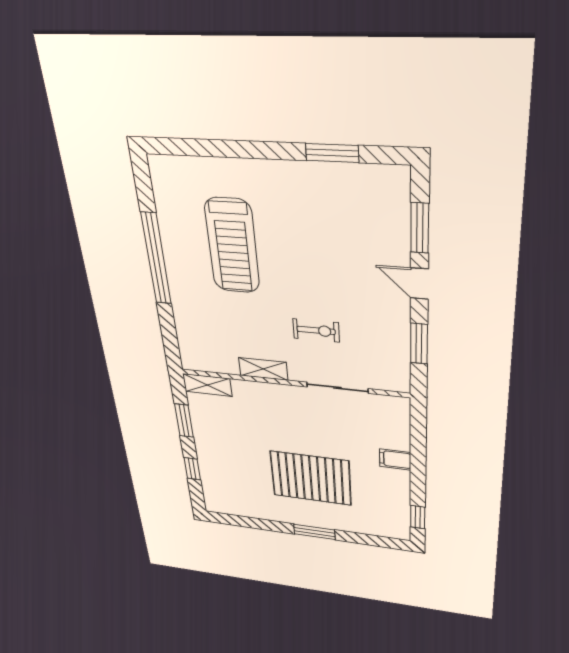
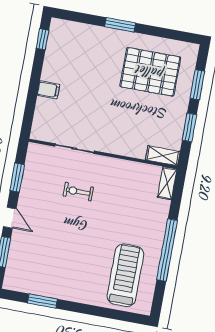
treadmill: (232, 246) -> (125, 275), moved
shelving: (263, 369) -> (167, 183), moved, turned 90
window: (192, 469) -> (197, 85), width x1.50
pallet: (311, 478) -> (150, 72), moved

